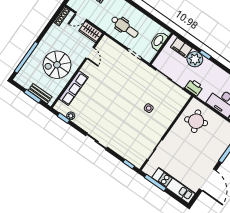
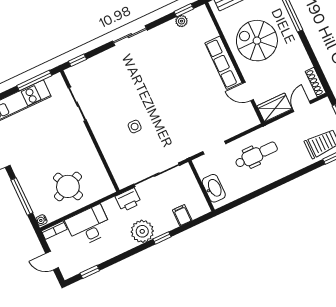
dental chair: (125, 27) -> (256, 155), turned 180
filing cabinet: (181, 48) -> (182, 215), width x0.50
plant: (195, 59) -> (142, 231), moved
spiral stairs: (57, 65) -> (257, 41), turned -90
row of seats: (74, 88) -> (223, 63), moved
round table: (196, 121) -> (68, 186), moved

